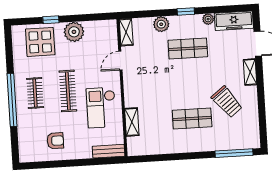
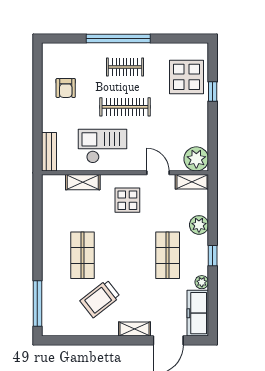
plant: (74, 32) -> (196, 159), moved
display table: (144, 84) -> (127, 200), added

